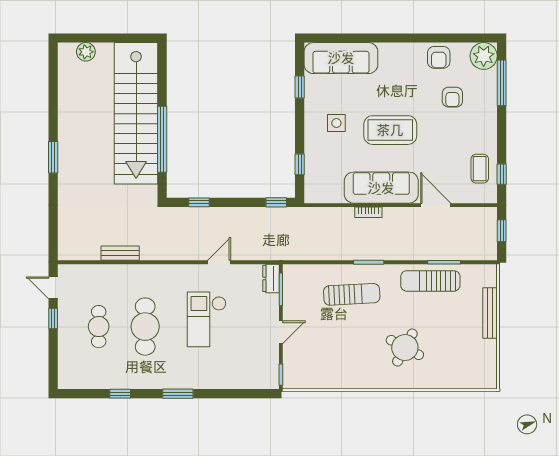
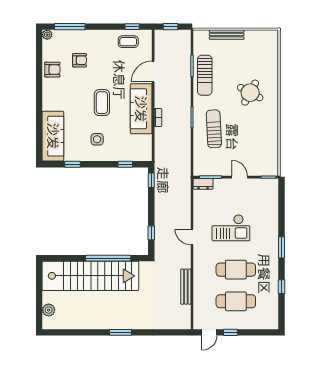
plant: (484, 56) -> (47, 35), width x0.53, depth x0.53
coffee table: (390, 130) -> (102, 103), width x0.73, depth x0.76
bench: (120, 253) -> (186, 287), width x1.36
door: (219, 262) -> (192, 237), moved
cafe table: (99, 327) -> (236, 301), width x1.37, depth x1.35

